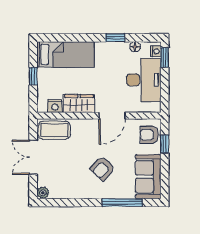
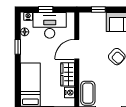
window: (165, 57) -> (46, 9), moved
door: (112, 116) -> (77, 49), swing flipped
armchair: (149, 135) -> (91, 21), removed

